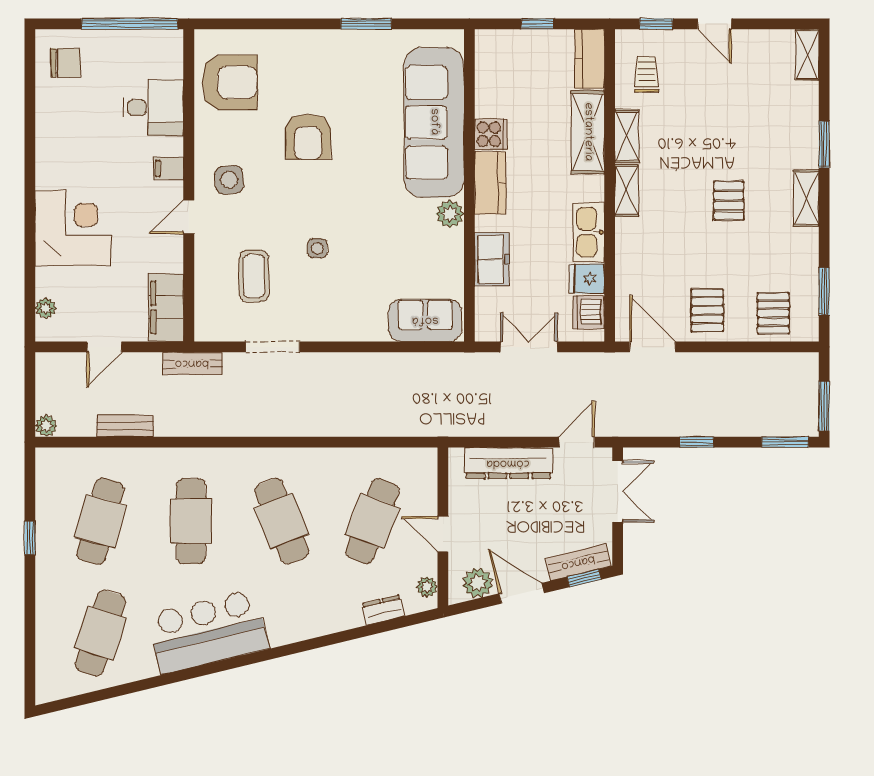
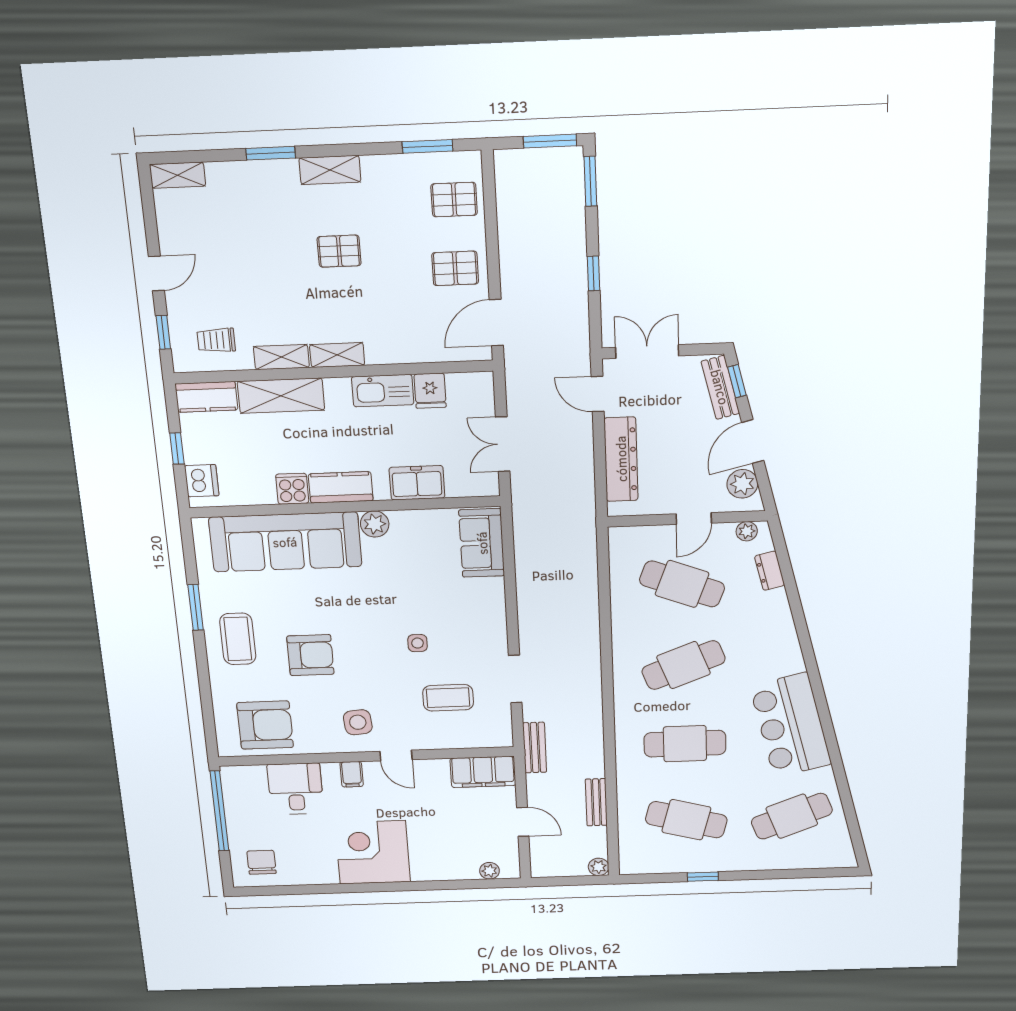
coffee table: (329, 64) -> (238, 639), added
armchair: (230, 82) -> (265, 725), turned 90
corner desk: (73, 228) -> (373, 852), moved
dishwasher: (589, 312) -> (202, 481), moved, turned -90
cafe table: (100, 633) -> (792, 816), turned -39

